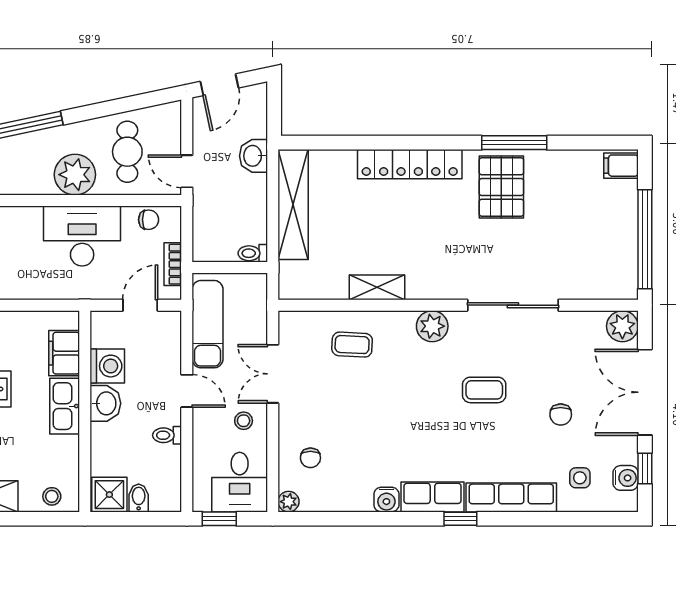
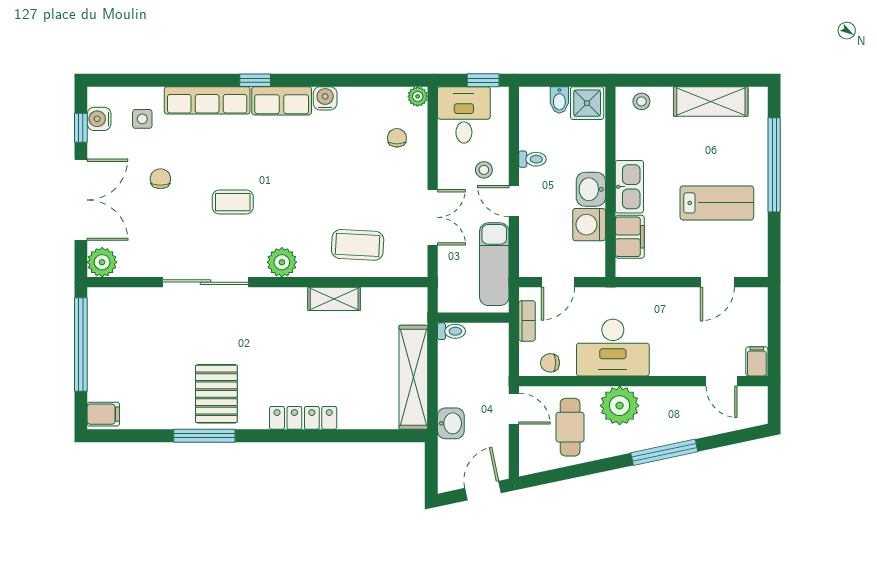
locker: (410, 164) -> (303, 418), width x0.71, depth x0.83
coffee table: (352, 345) -> (358, 245), width x1.36, depth x1.30
stool: (244, 421) -> (484, 170), moved

